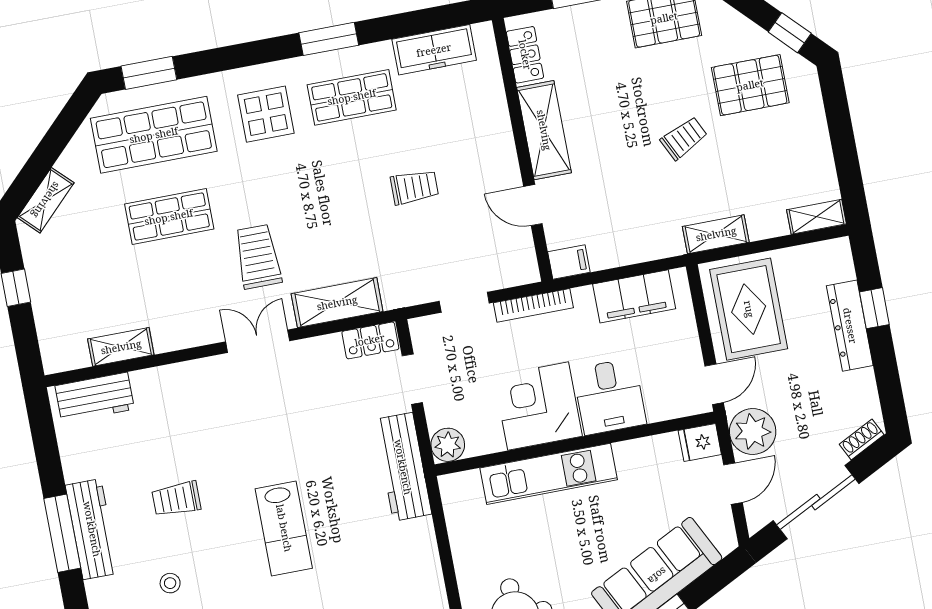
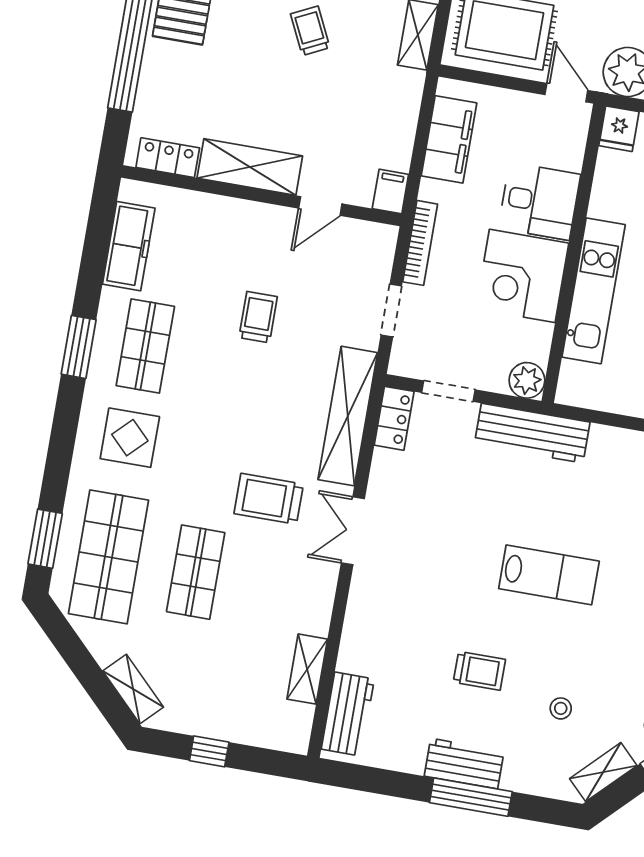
shelving: (337, 303) -> (348, 416), width x1.47
trolley: (176, 499) -> (479, 671), turned -90
workbench: (92, 529) -> (464, 764), width x0.73

